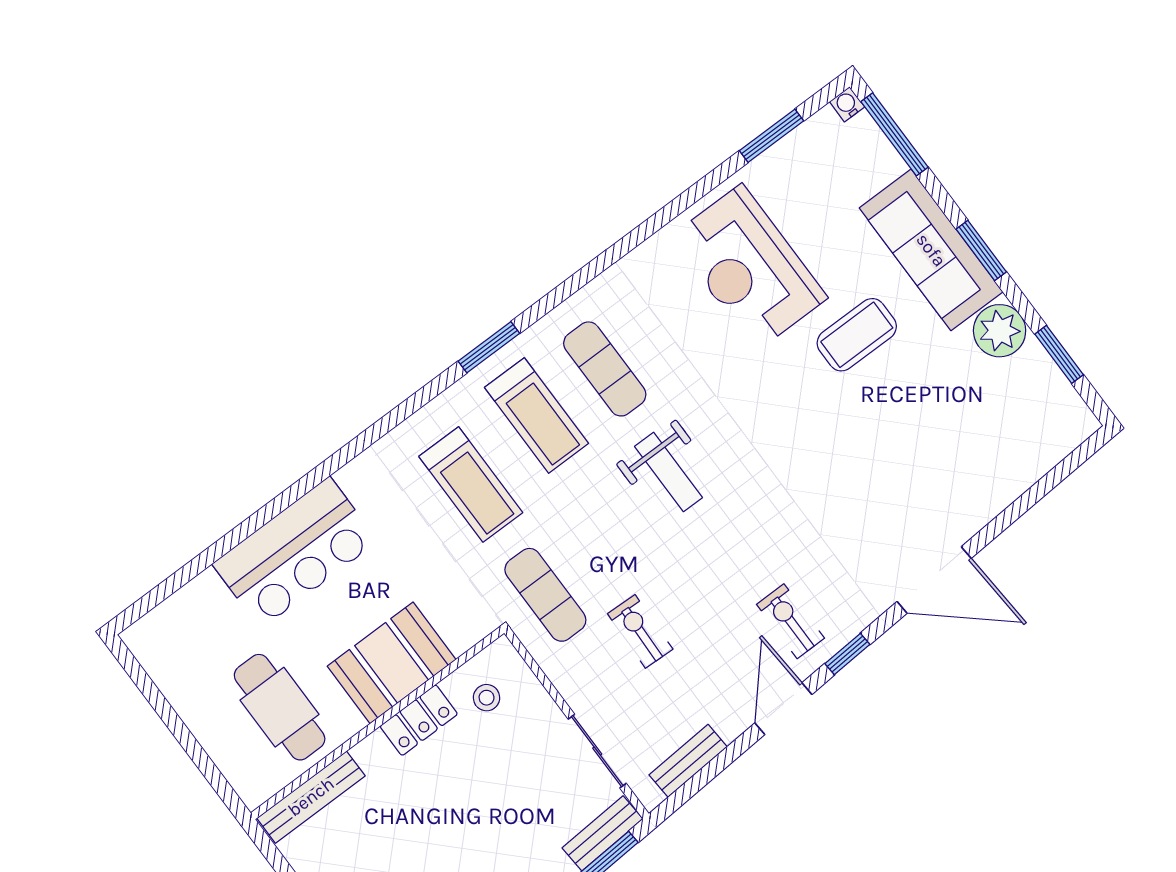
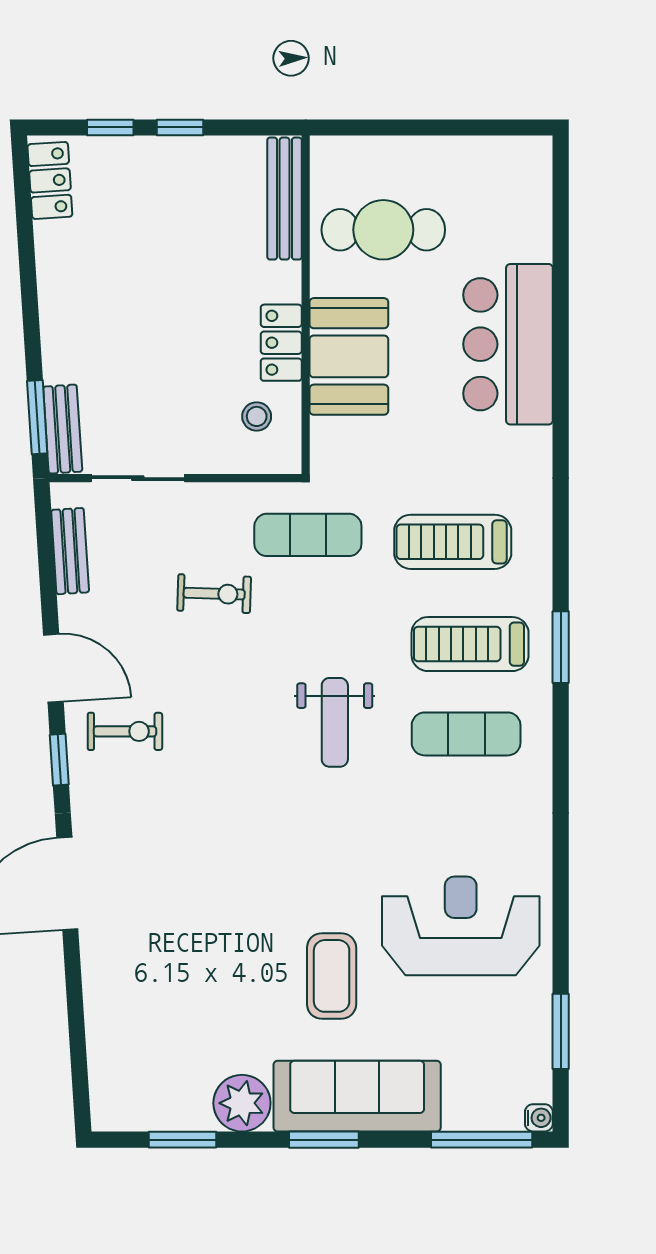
weight bench: (668, 472) -> (335, 722), turned -90

